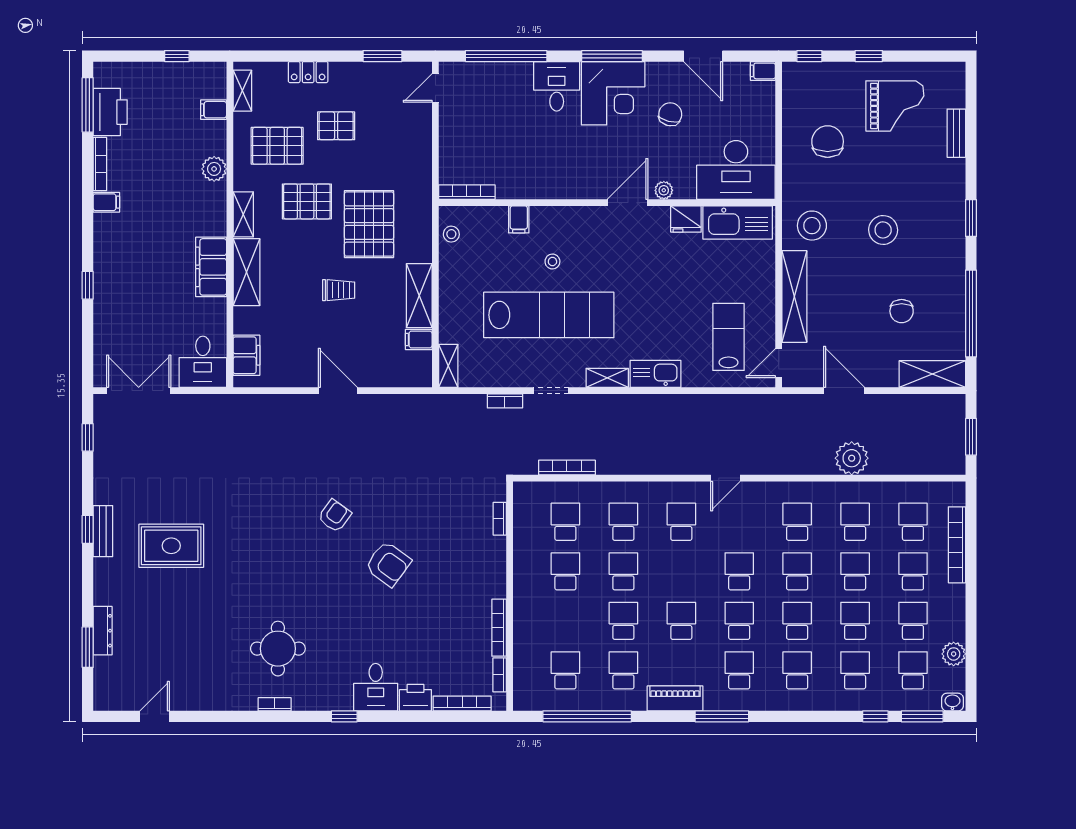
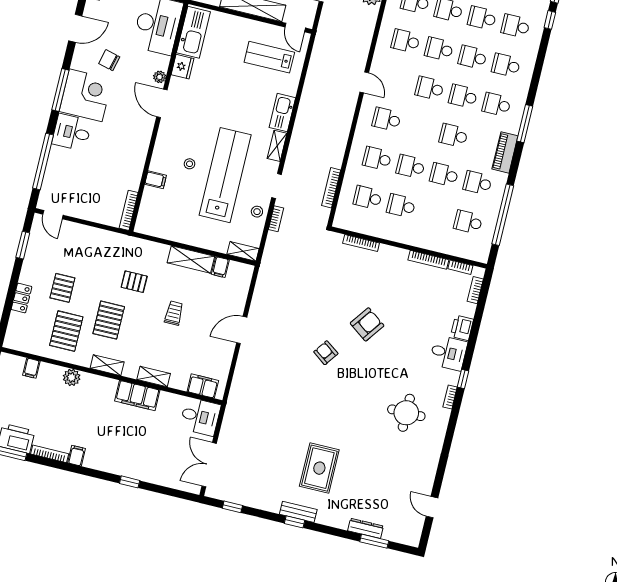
shelving: (242, 91) -> (23, 346), removed
pallet: (369, 224) -> (134, 282), width x0.49, depth x0.50
stool: (451, 234) -> (257, 212), moved
shelving: (246, 272) -> (154, 377), width x0.67, depth x0.75
bookcase: (500, 519) -> (361, 243), width x1.56
bookcase: (462, 703) -> (475, 290), width x0.64
bookcase: (275, 704) -> (450, 397), moved

